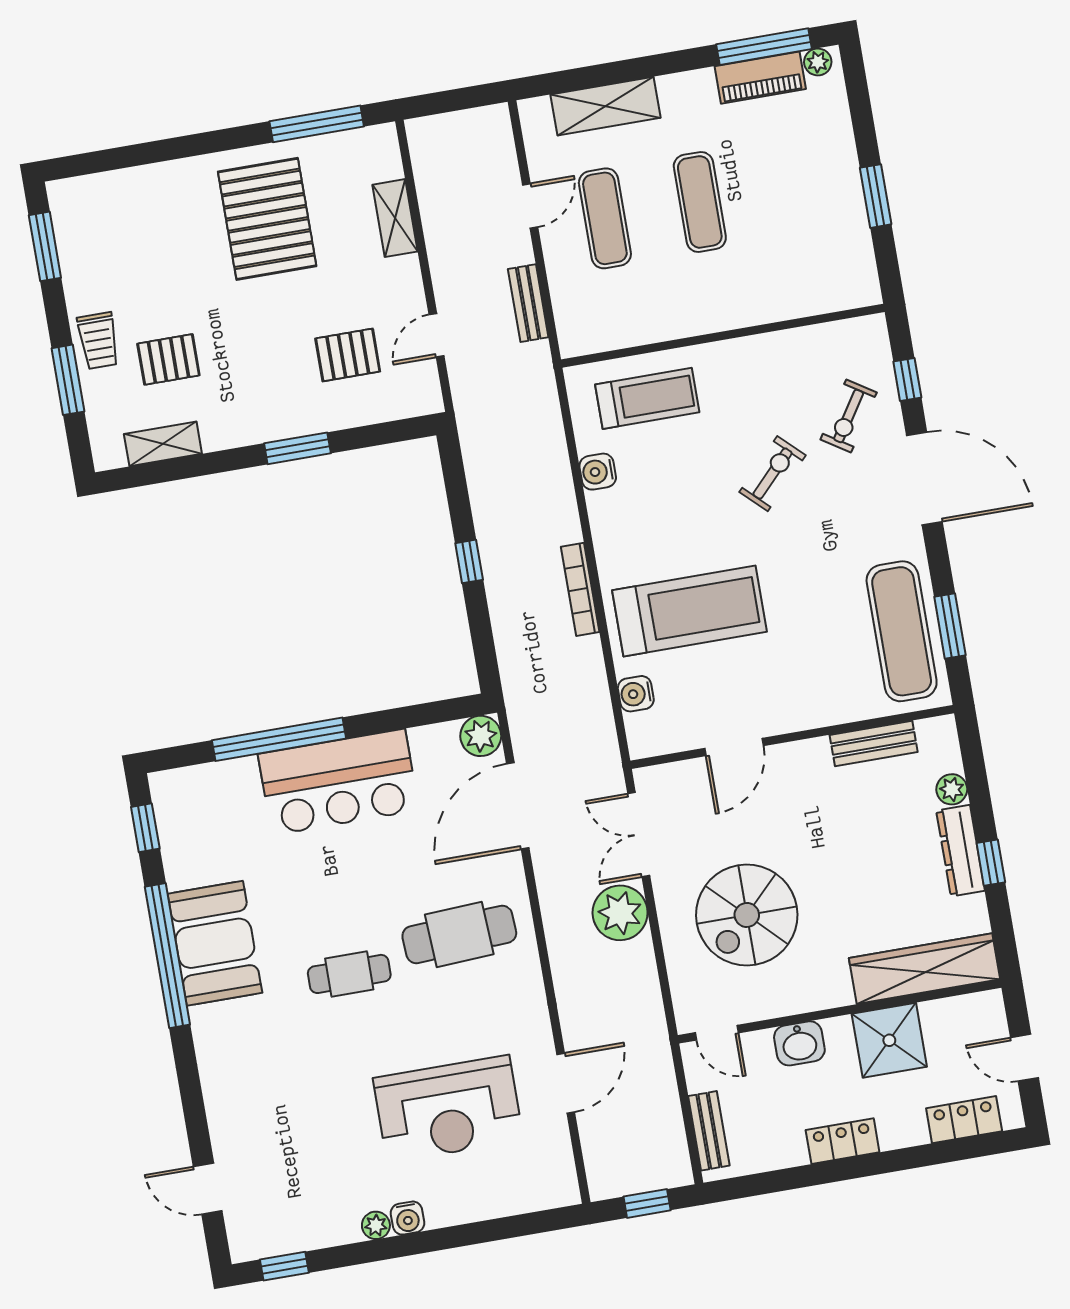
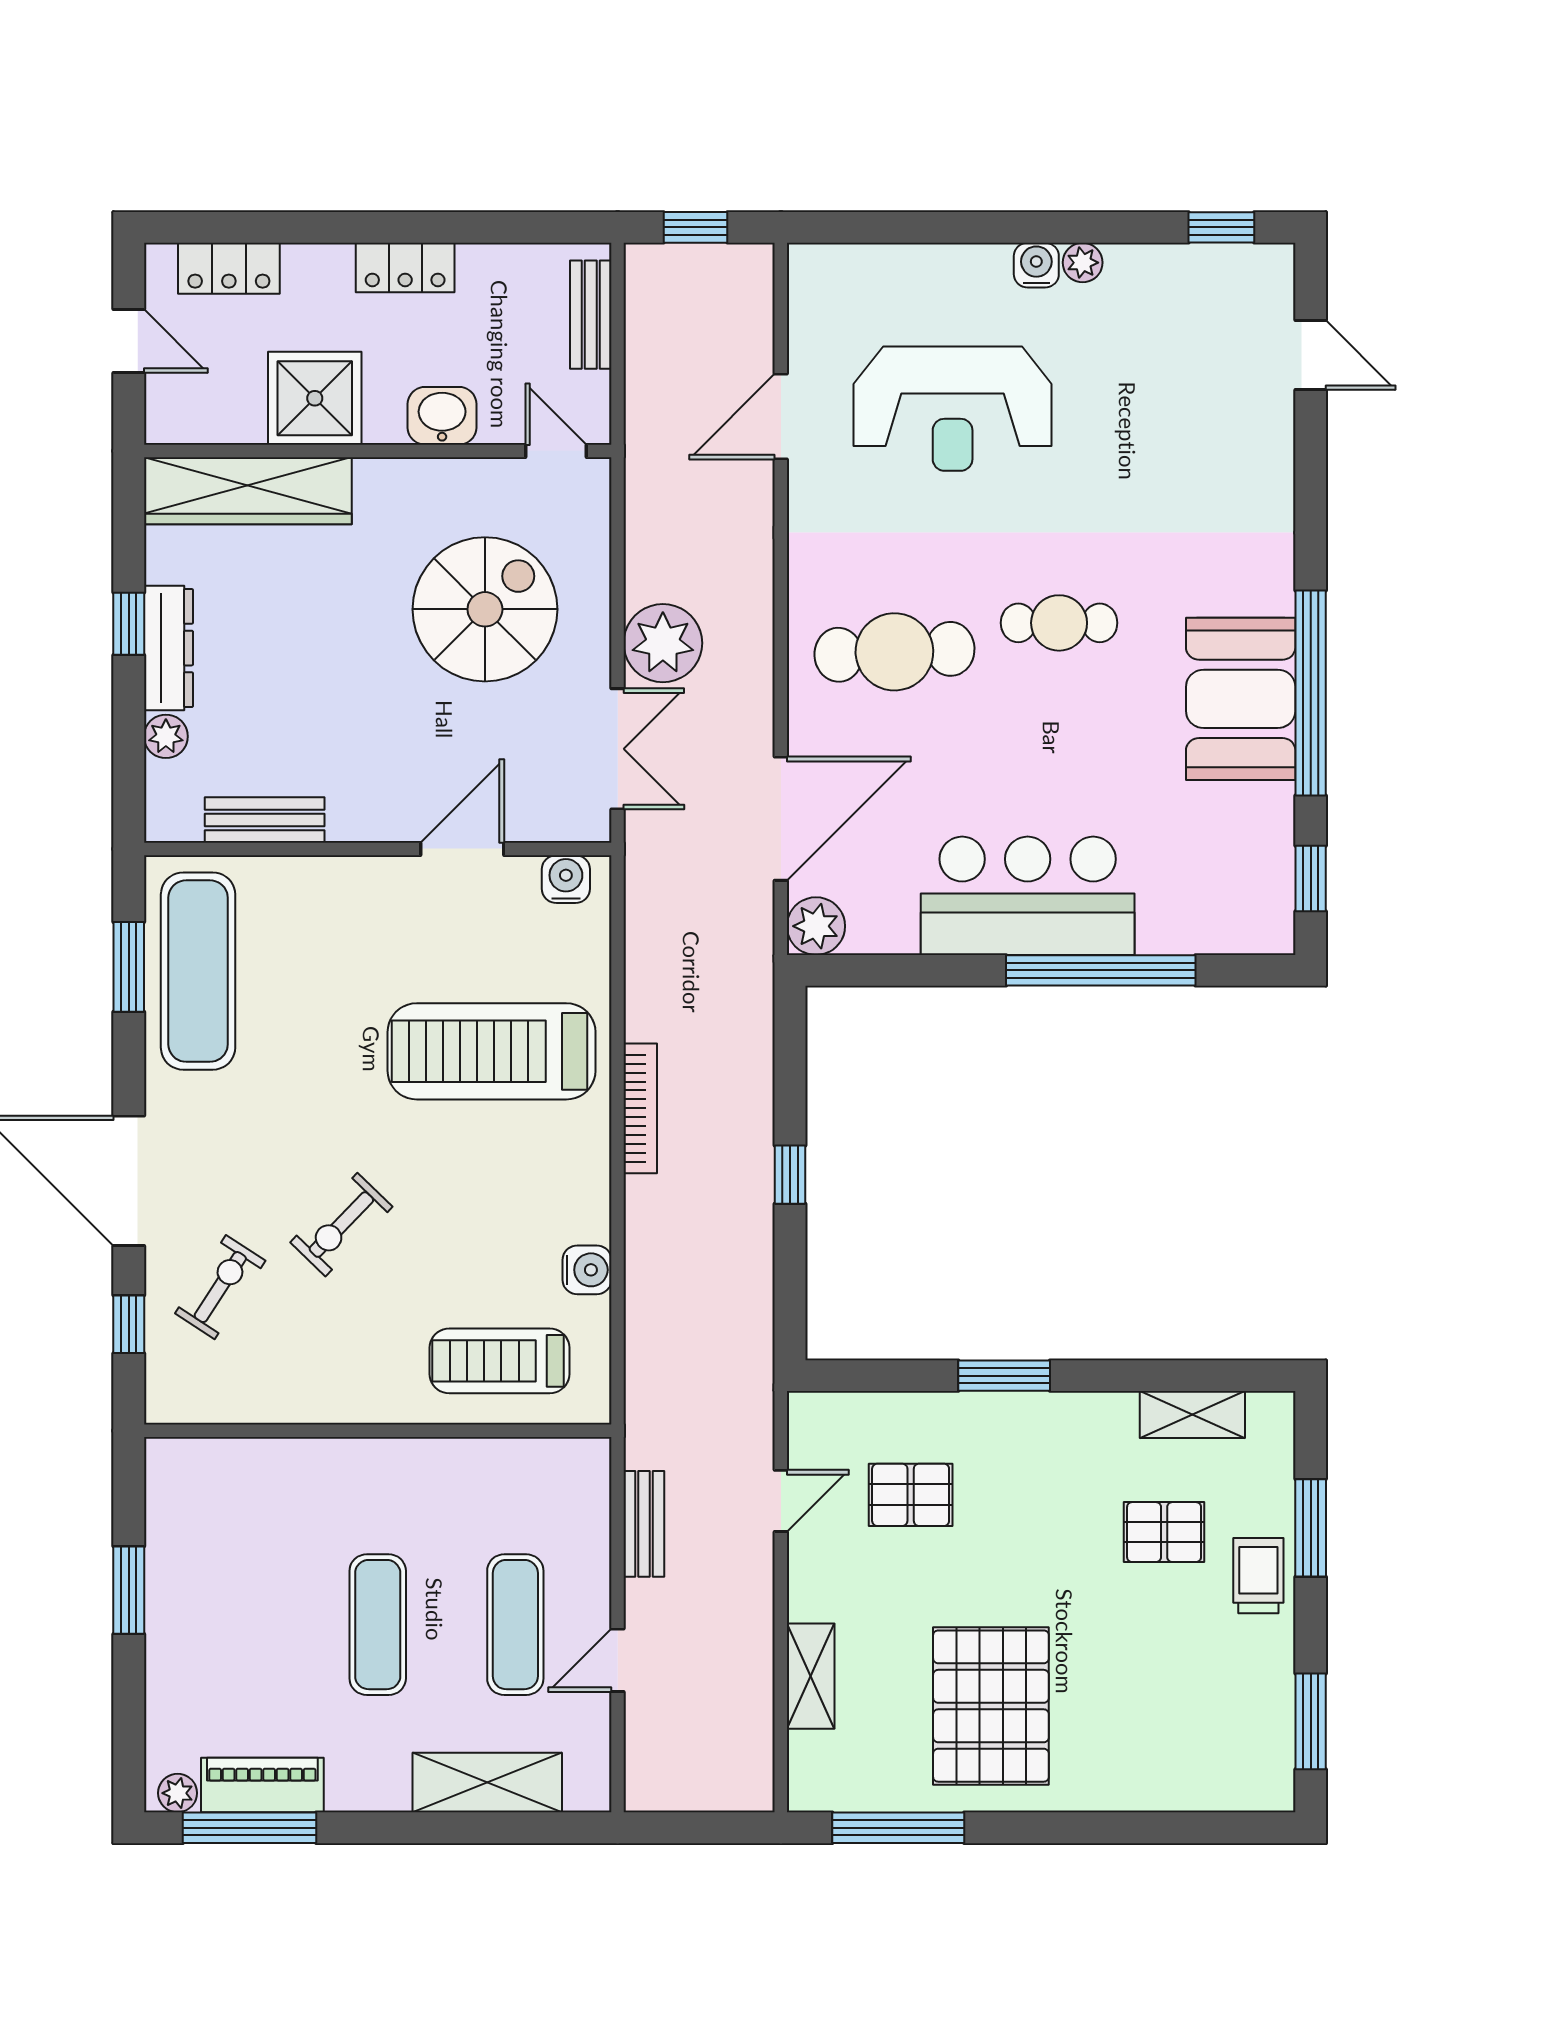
water cooler: (636, 694) -> (566, 879), moved, turned -90
reception desk: (448, 1109) -> (953, 409), turned 180

